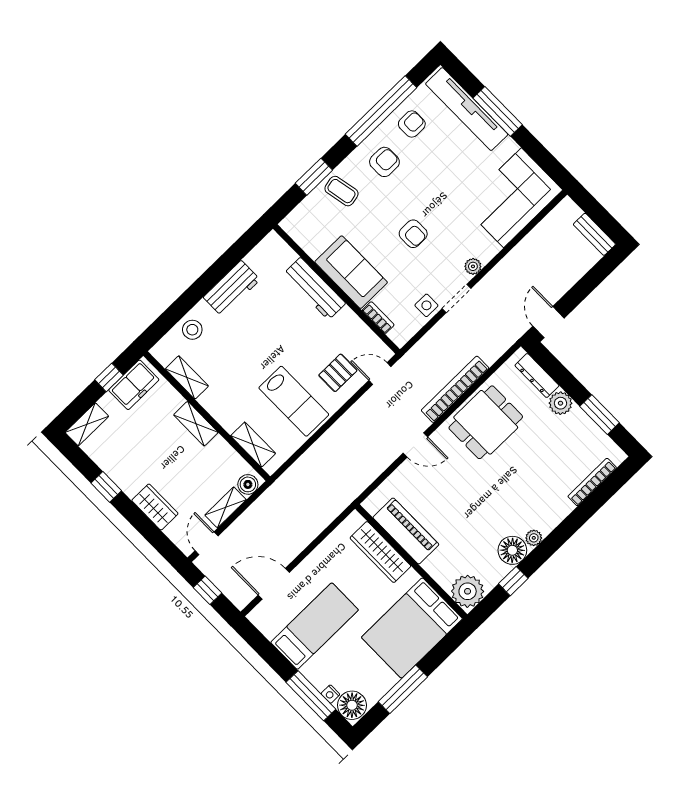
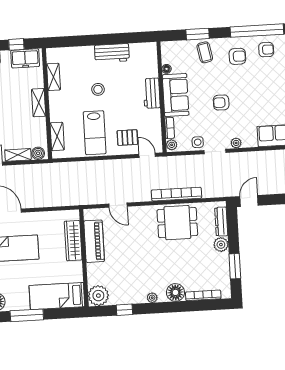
armchair: (413, 234) -> (221, 103), turned 90
floor lamp: (313, 250) -> (167, 69), added
workbench: (314, 289) -> (152, 93), width x0.73
stool: (192, 330) -> (98, 89), moved
plant: (398, 336) -> (172, 145), added
door: (415, 445) -> (118, 205), moved
floor lamp: (512, 550) -> (175, 292), moved
bed: (412, 628) -> (57, 296), width x0.67

